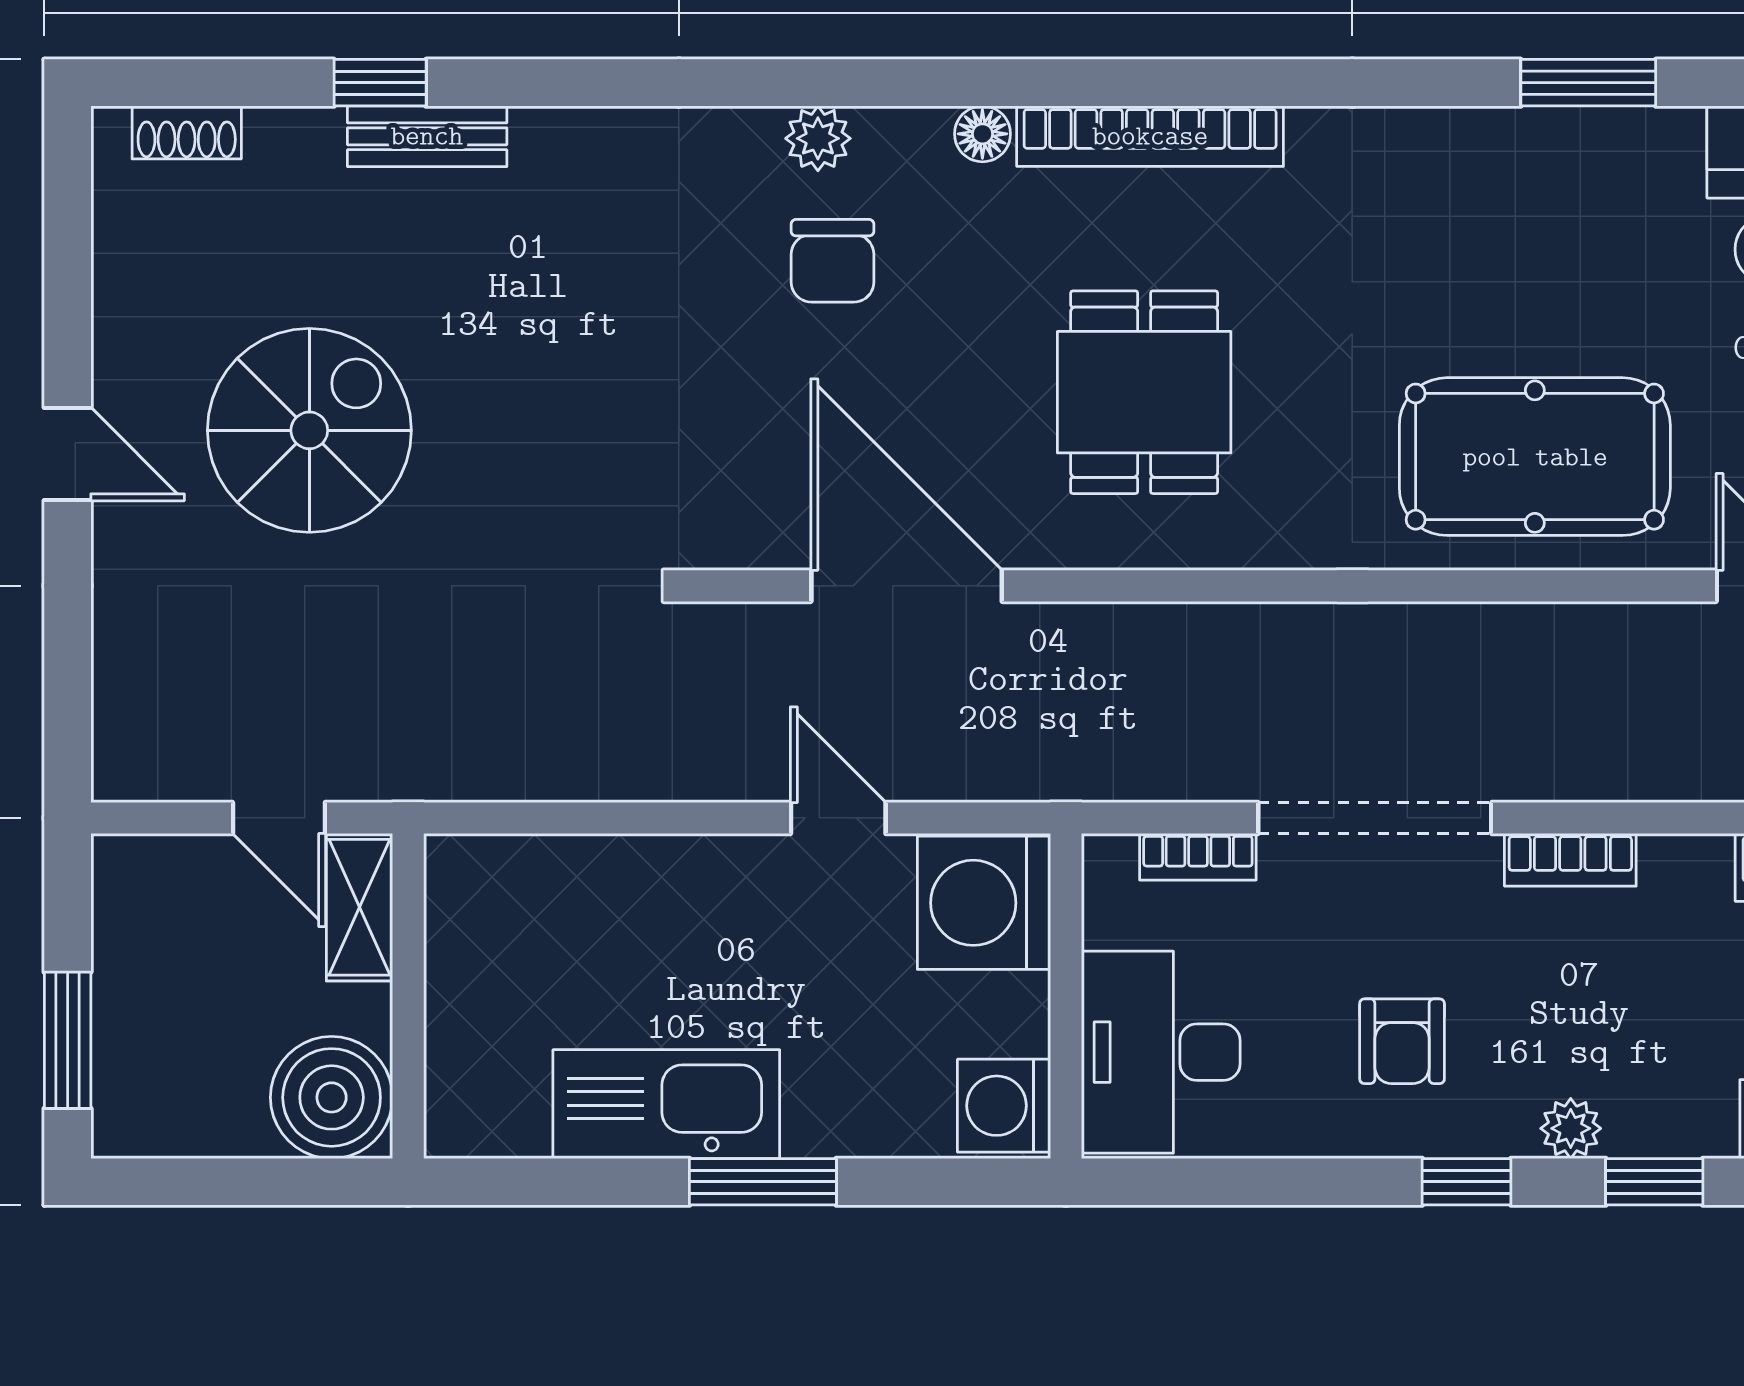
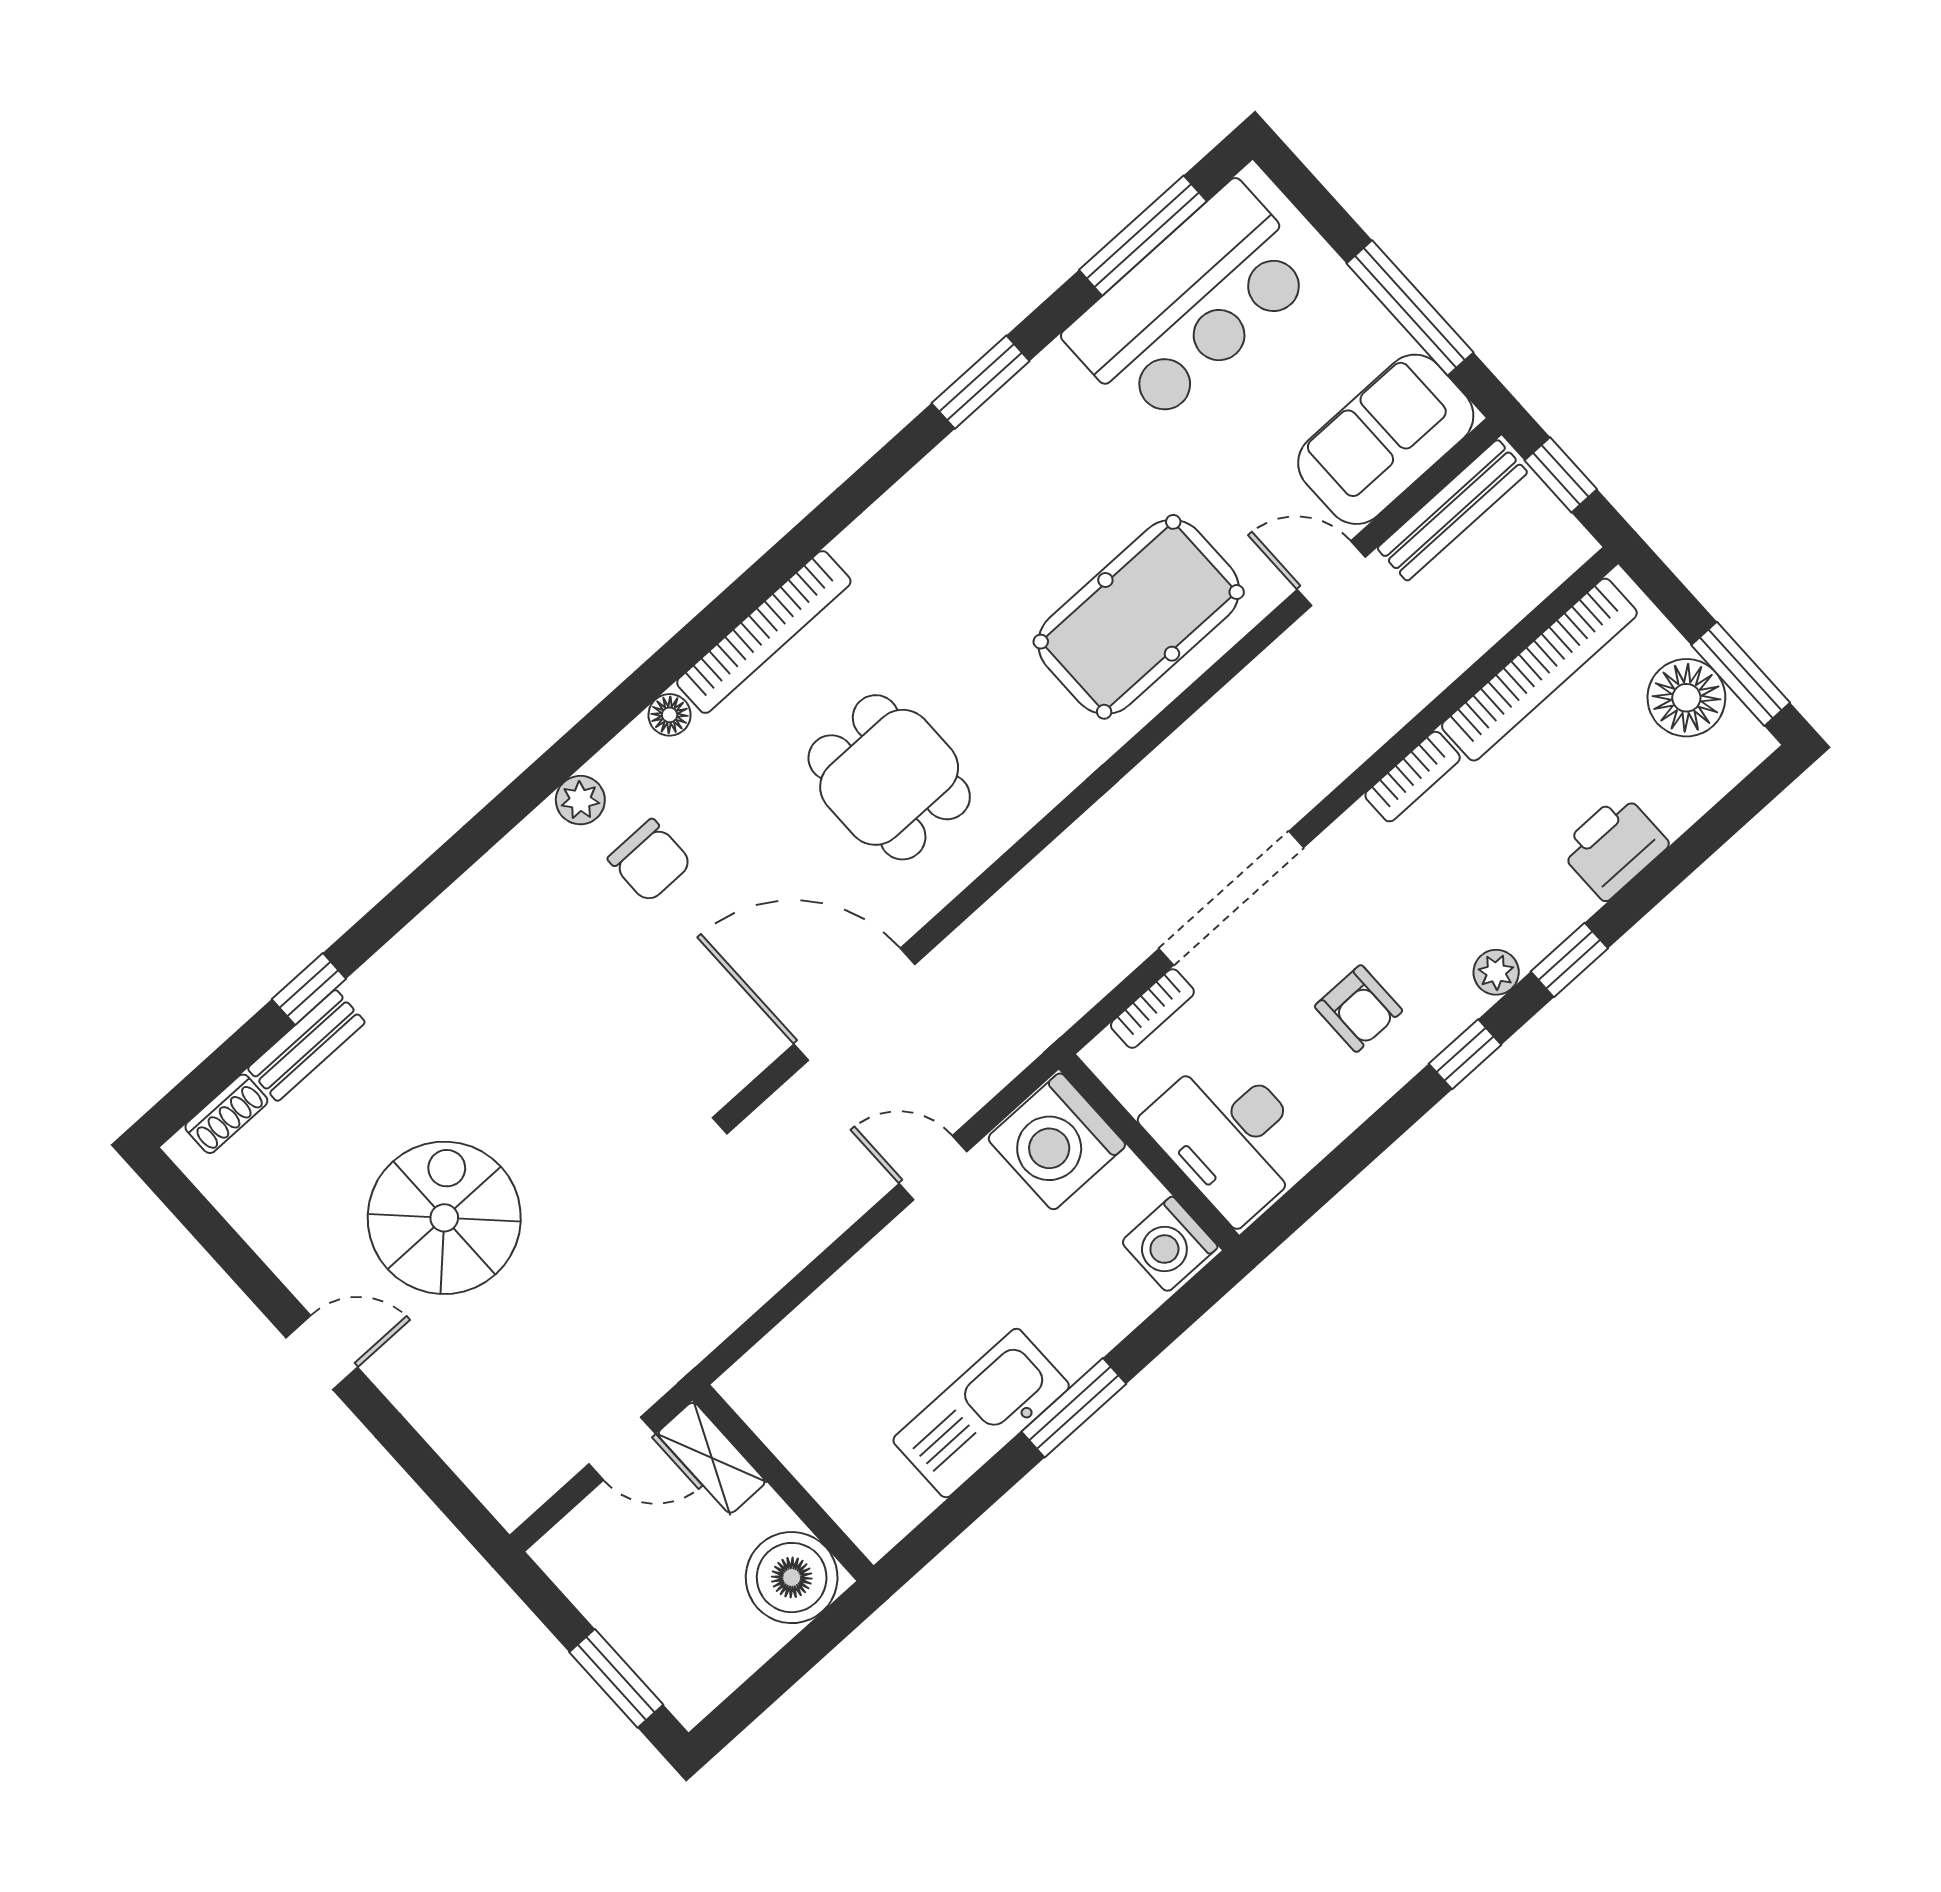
bench: (427, 136) -> (306, 1045), moved
bookcase: (1570, 860) -> (1413, 777), moved

